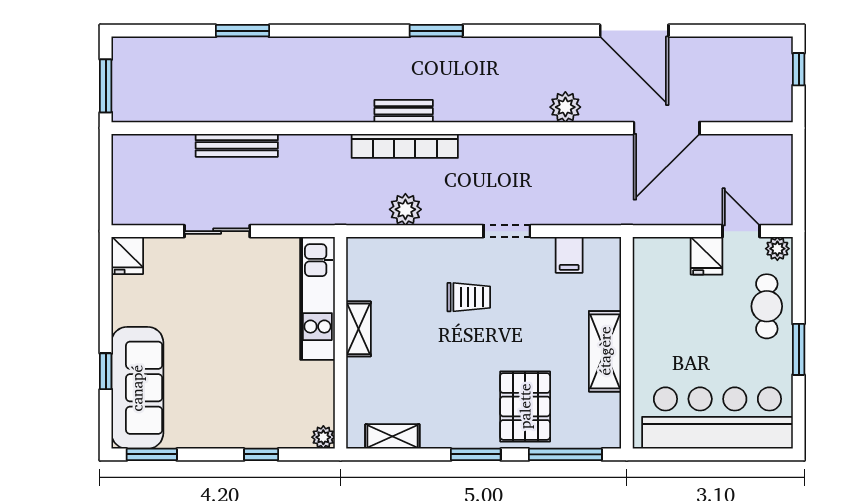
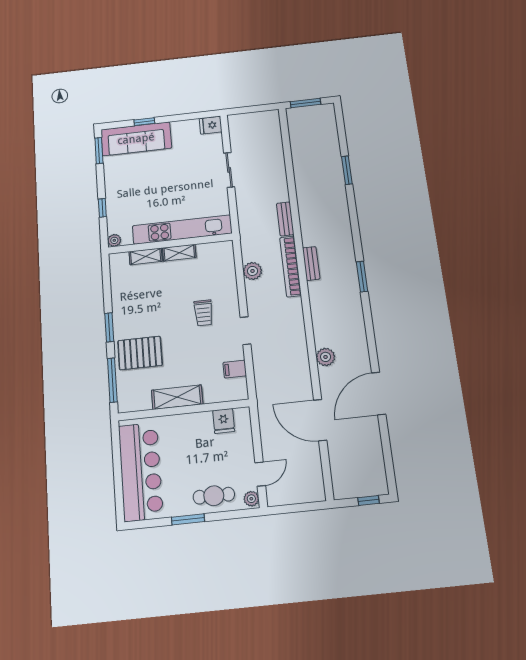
bench: (237, 145) -> (285, 219), moved, width x0.73
fridge: (707, 256) -> (224, 421), moved, turned -90
kitchen unit: (317, 298) -> (182, 230), width x1.36
shelving: (392, 436) -> (146, 256), moved, turned 90

